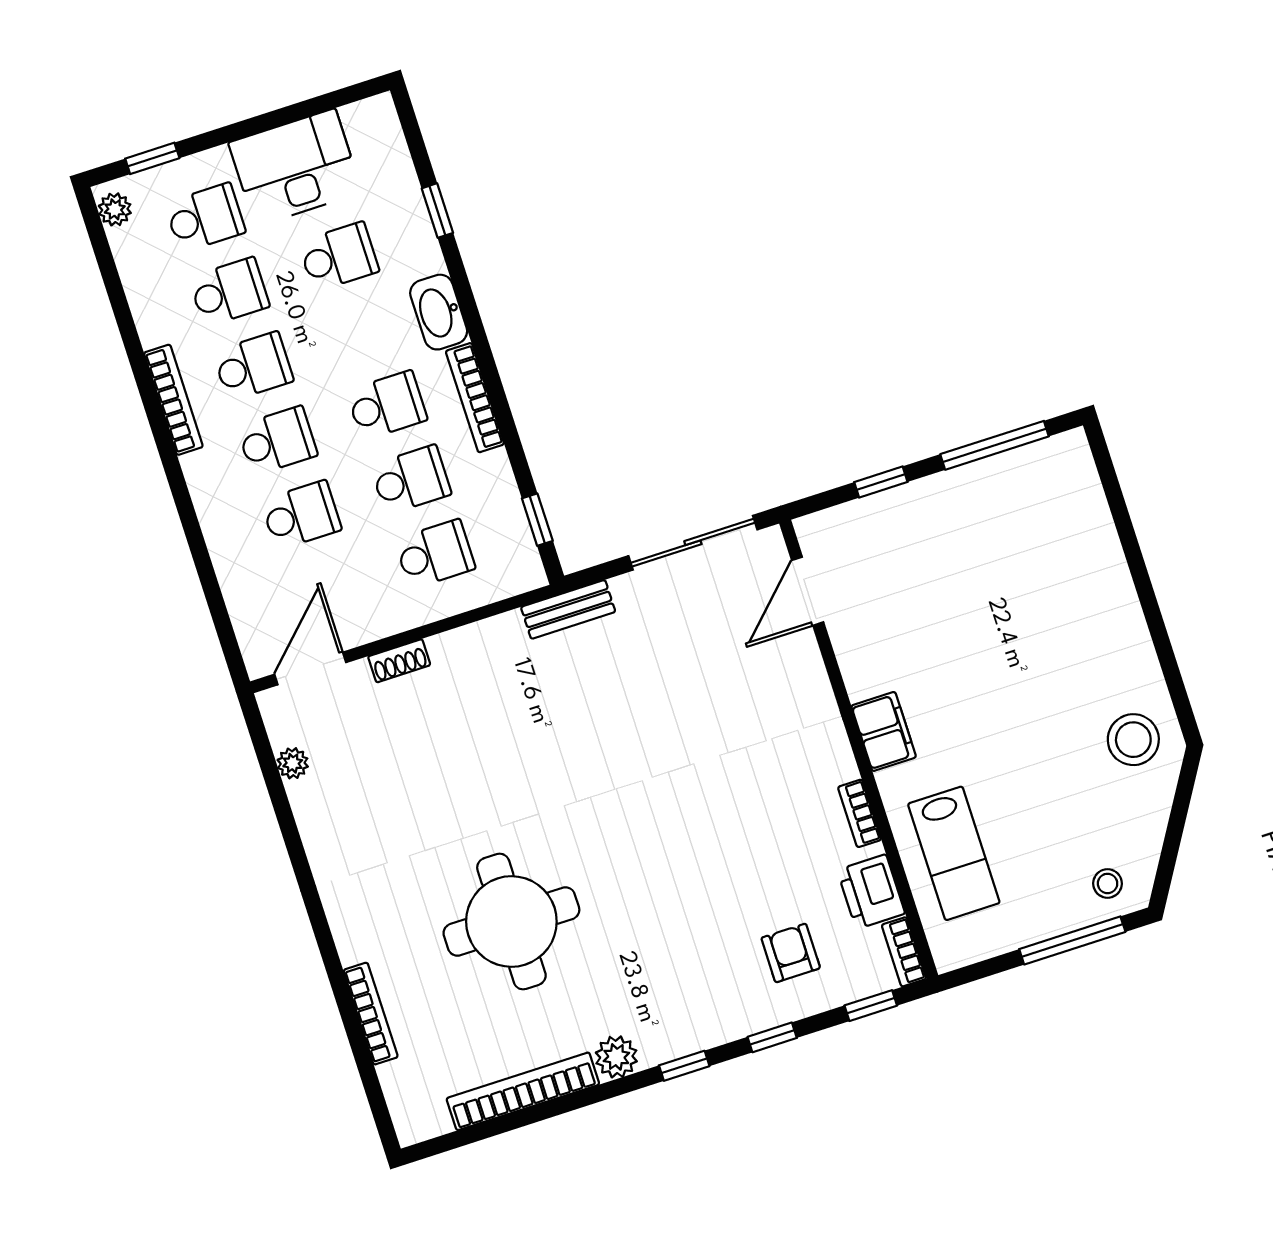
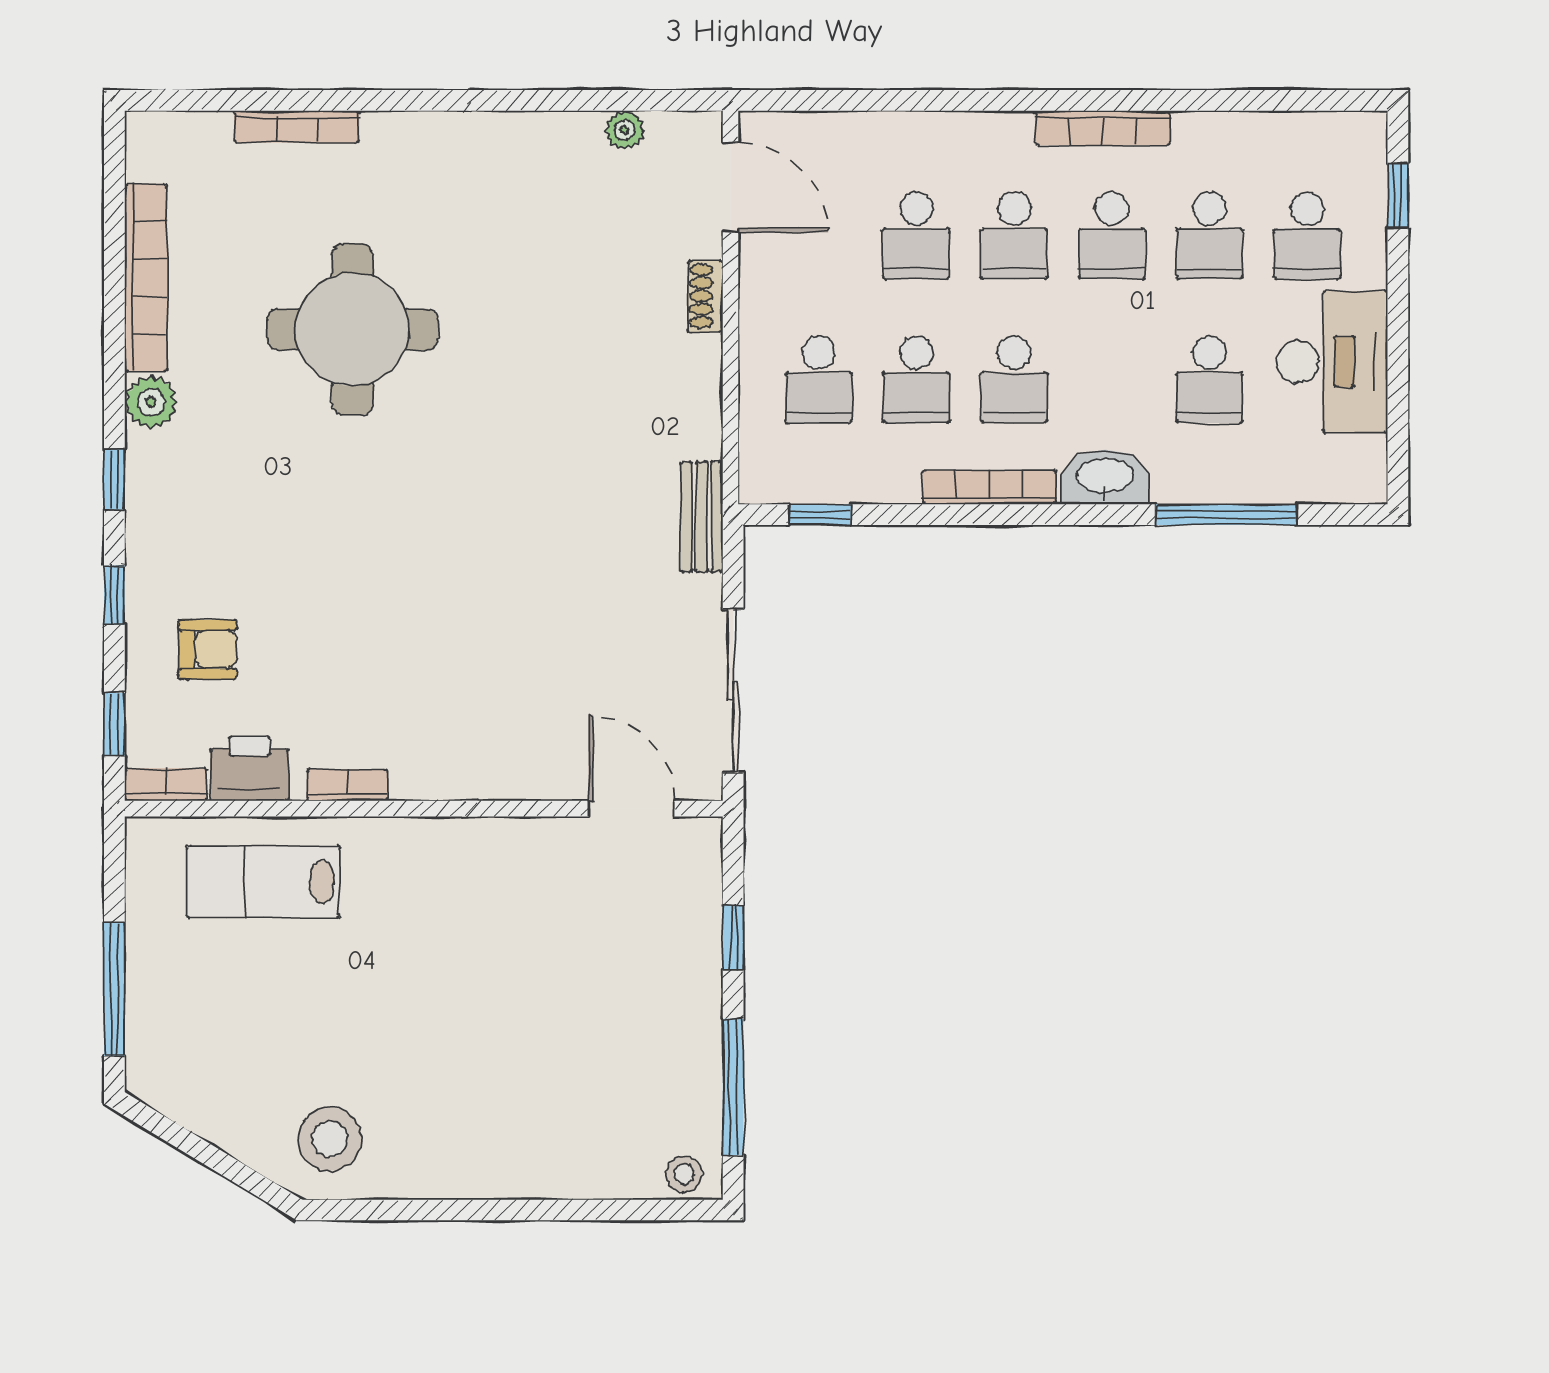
plant: (115, 209) -> (1352, 131), removed
window: (437, 211) -> (1226, 515), width x2.17
filing cabinet: (884, 731) -> (435, 845), removed
stool: (1108, 883) -> (684, 1174), moved

